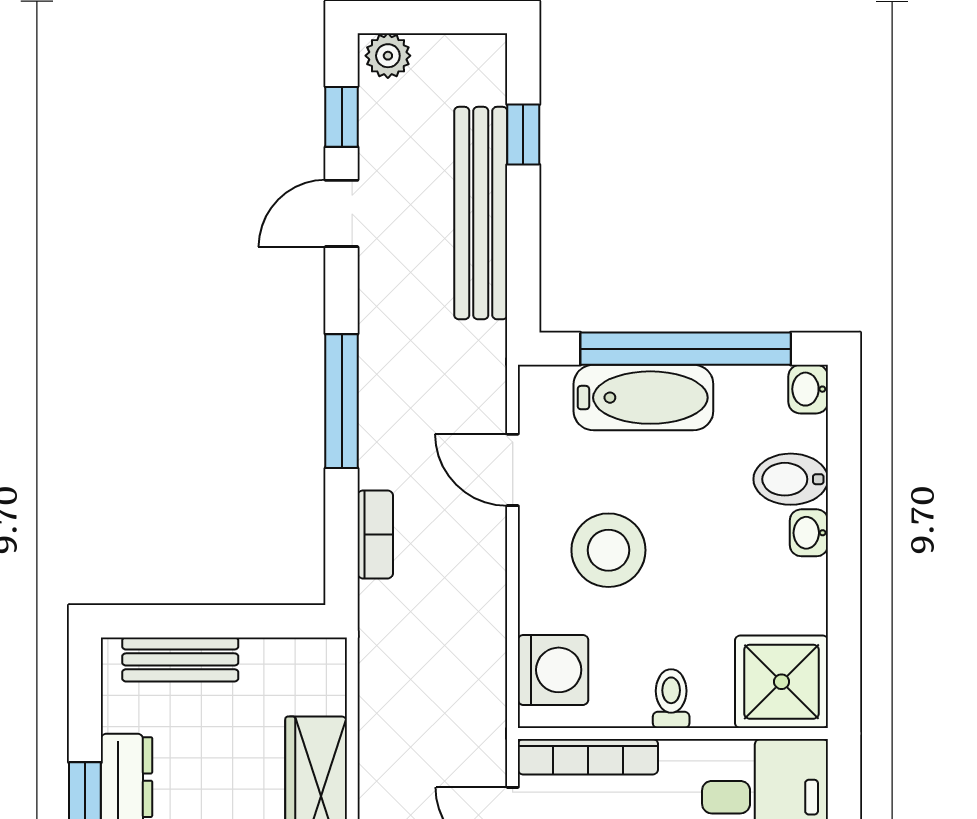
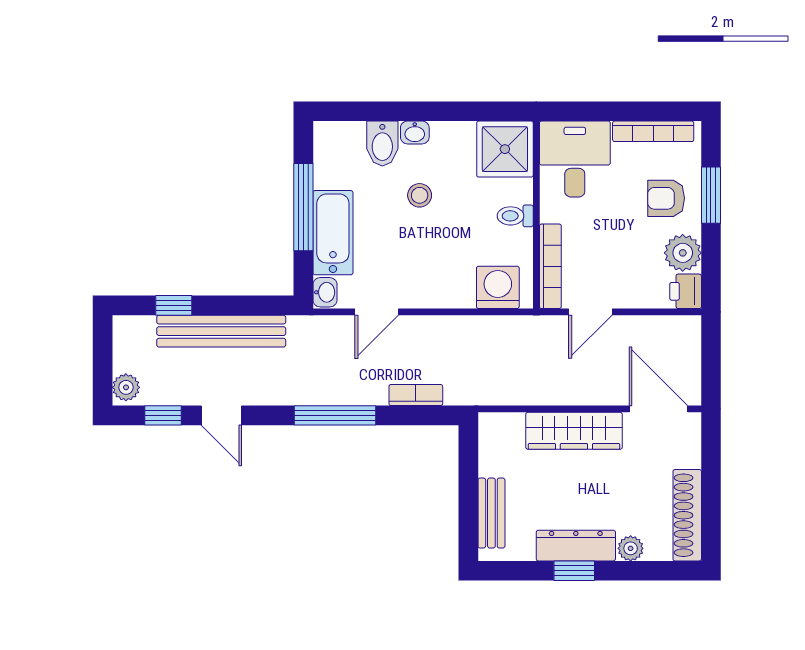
window: (686, 349) -> (303, 207), width x0.68
washbasin: (808, 389) -> (325, 292), moved, turned -90
stool: (608, 550) -> (420, 195), moved, width x0.53, depth x0.53

